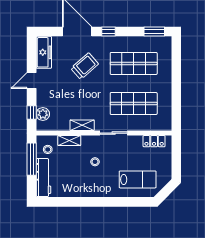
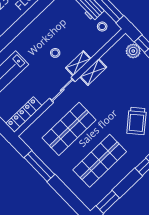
window: (176, 98) -> (39, 166), added
shelving: (69, 140) -> (78, 63), moved
locker: (154, 141) -> (24, 114), width x1.53

